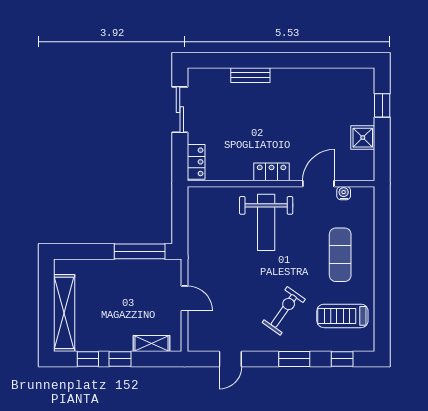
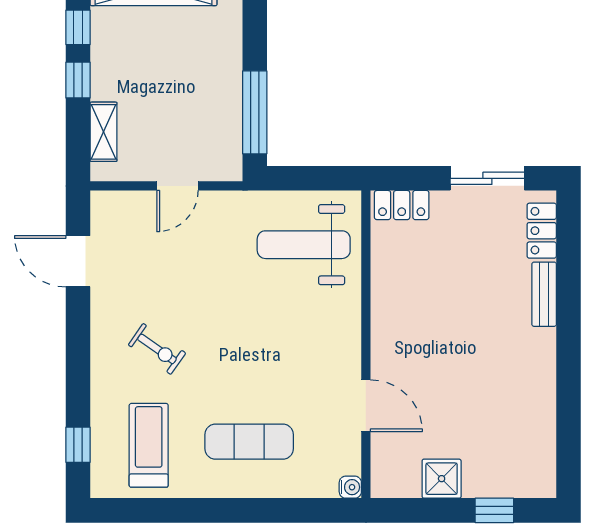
locker: (272, 172) -> (542, 231), moved, turned 180
water cooler: (344, 193) -> (350, 487), moved
weight bench: (266, 222) -> (304, 245), moved
exercise bike: (284, 311) -> (157, 349), width x0.73, depth x0.72
door: (230, 359) -> (78, 261), width x1.38
window: (294, 359) -> (78, 366), removed

